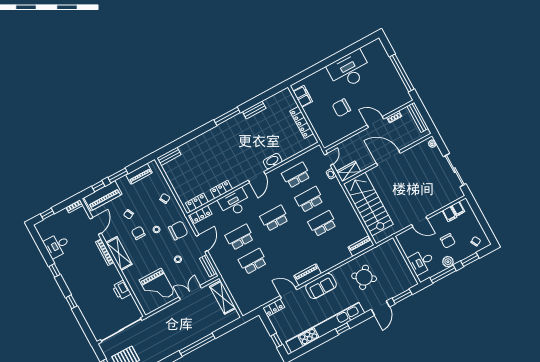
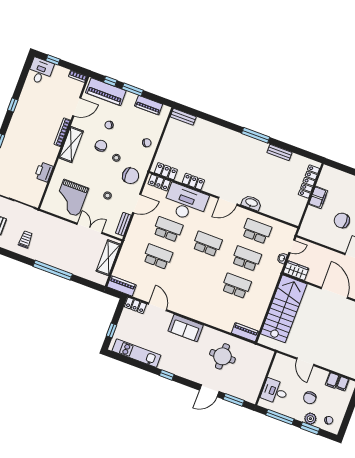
filing cabinet: (303, 96) -> (318, 197), moved
locker: (302, 122) -> (309, 182), moved
desk: (234, 203) -> (185, 203), width x1.36, depth x1.30
desk: (57, 245) -> (40, 71), moved, turned 90
plant: (448, 262) -> (310, 419), moved
piano: (308, 275) -> (122, 286), moved
round table: (364, 277) -> (222, 356), turned -37
kitchen unit: (325, 327) -> (136, 353), width x0.54
trolley: (158, 345) -> (26, 239), added

